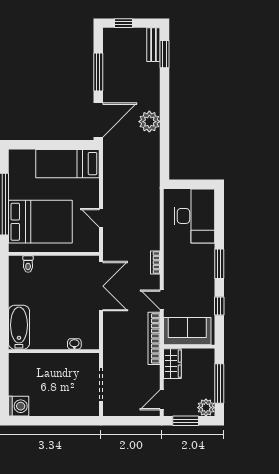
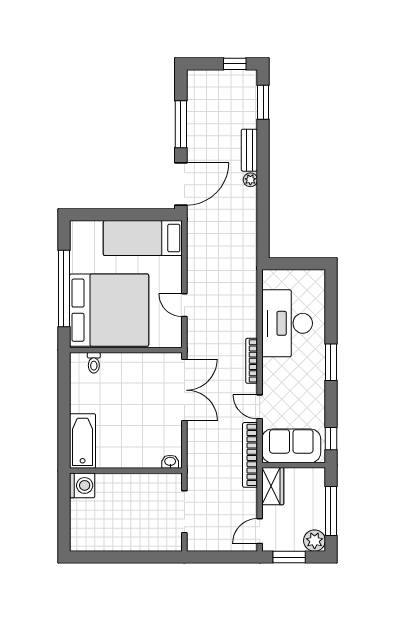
window: (123, 23) -> (235, 64), moved
bench: (153, 45) -> (249, 150), moved
plant: (149, 122) -> (250, 180), width x0.53, depth x0.53
desk: (194, 216) -> (287, 323), moved, turned 180
bed: (40, 222) -> (109, 310), width x1.36
bookcase: (155, 263) -> (252, 361), width x1.56
window: (219, 306) -> (331, 439), moved
washbasin: (74, 344) -> (170, 462), moved
washing machine: (19, 406) -> (82, 485), moved

